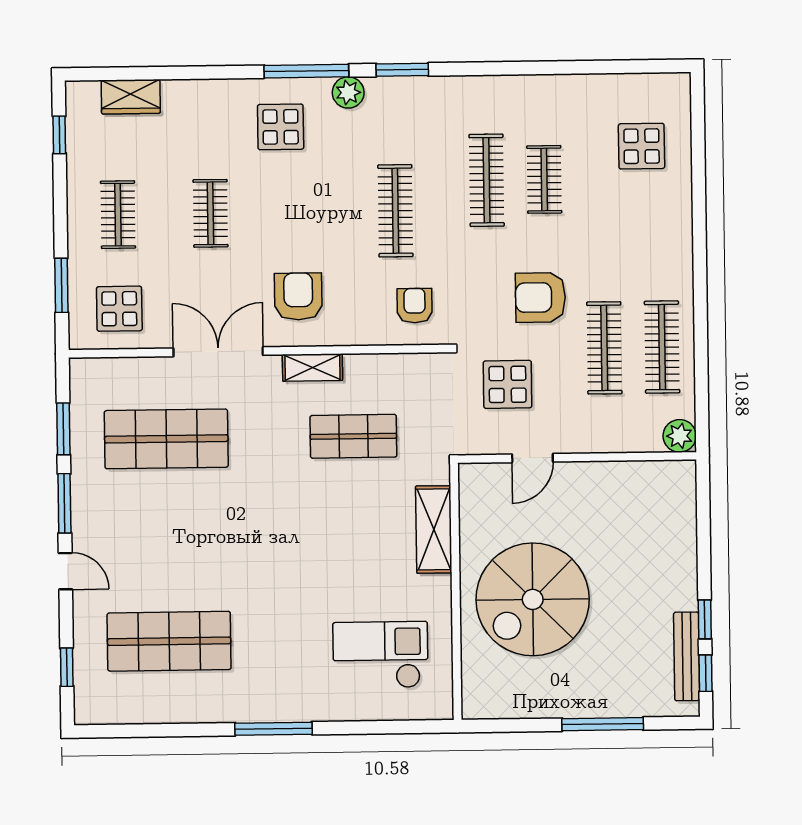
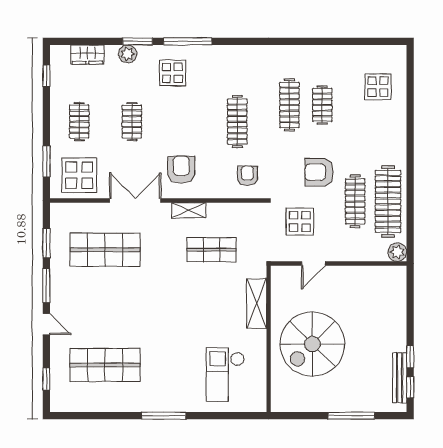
window: (402, 70) -> (138, 41), moved
plant: (348, 92) -> (128, 54), moved
display table: (119, 309) -> (79, 175), width x1.36, depth x1.36
clothes rail: (662, 347) -> (388, 201), width x1.37, depth x1.31
checkout: (380, 655) -> (225, 375), turned -90

